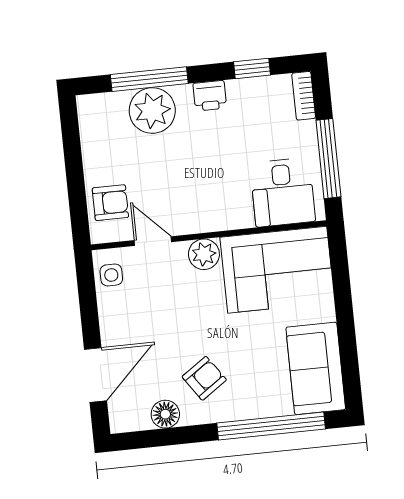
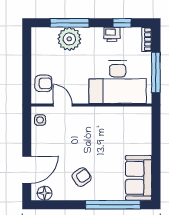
printer: (210, 96) -> (112, 34), moved
desk: (283, 192) -> (118, 82), width x1.87, depth x1.30
plant: (204, 254) -> (88, 114), removed
corner sofa: (277, 270) -> (124, 126), removed
floor lamp: (165, 414) -> (45, 193), moved

